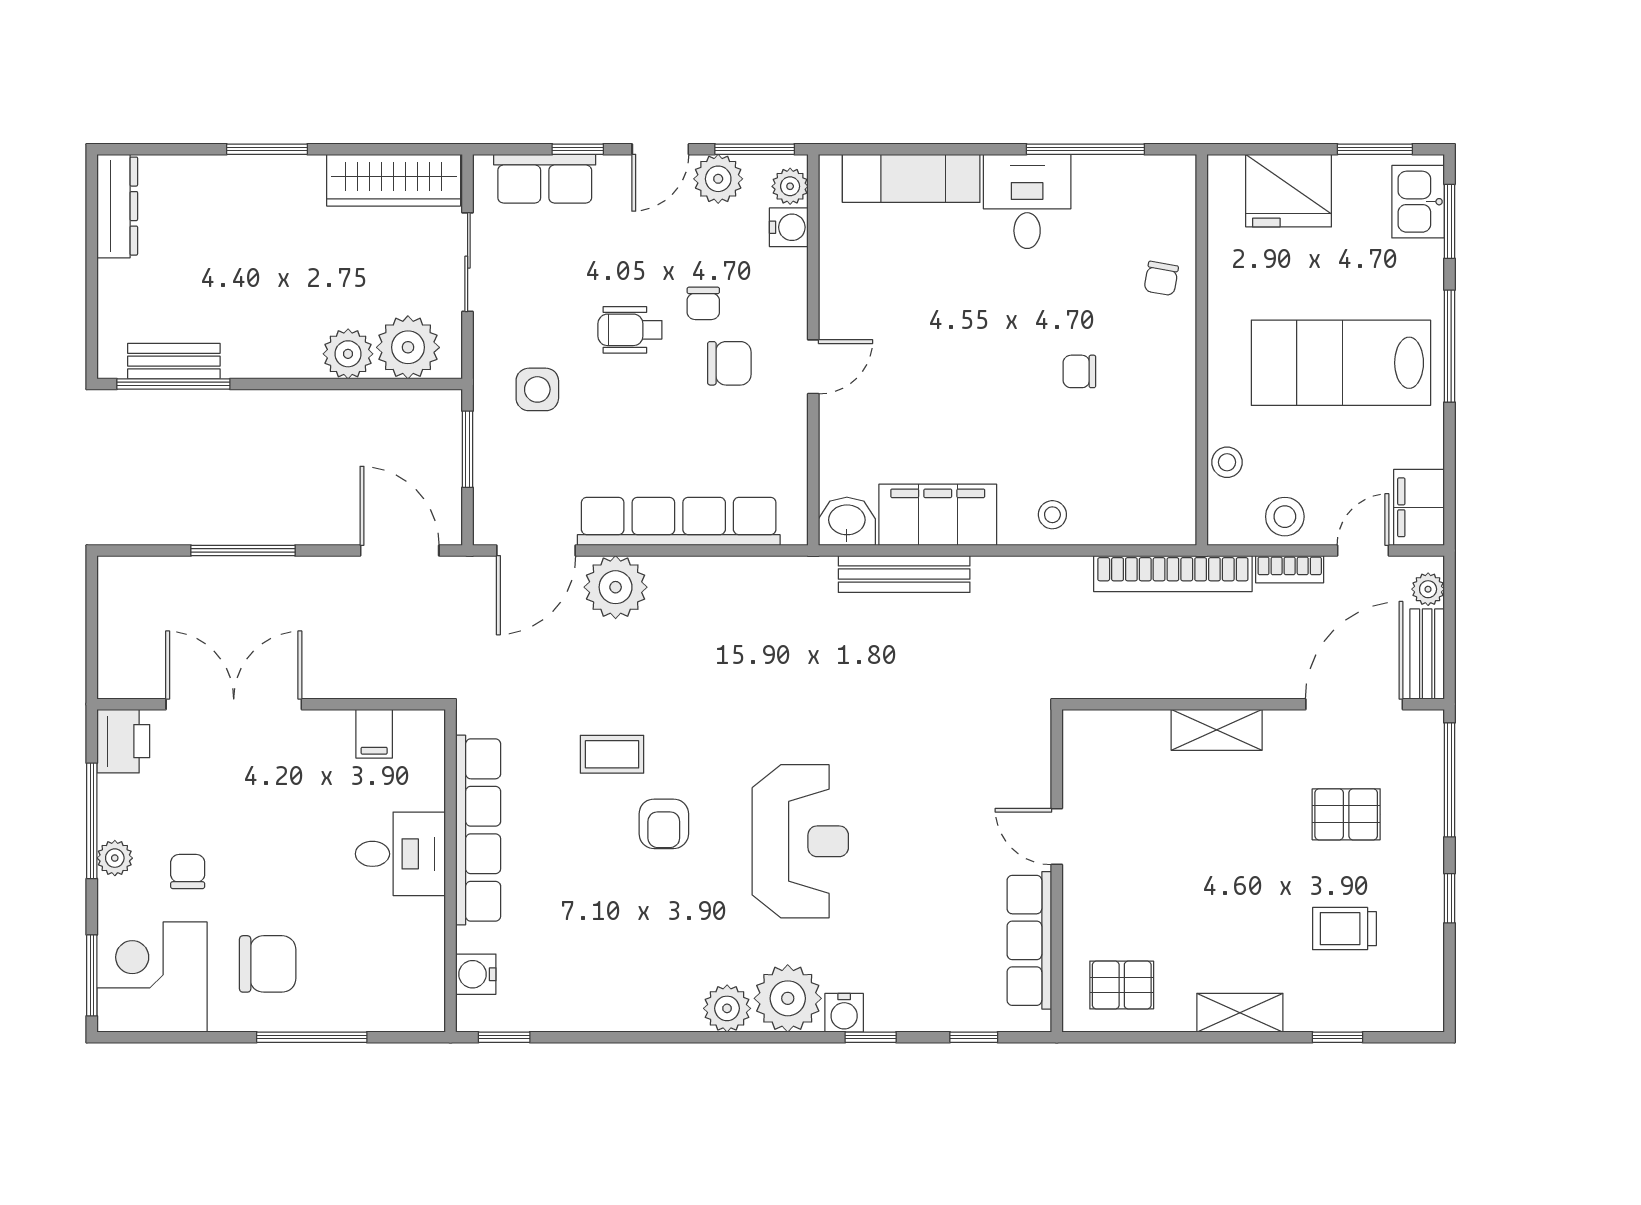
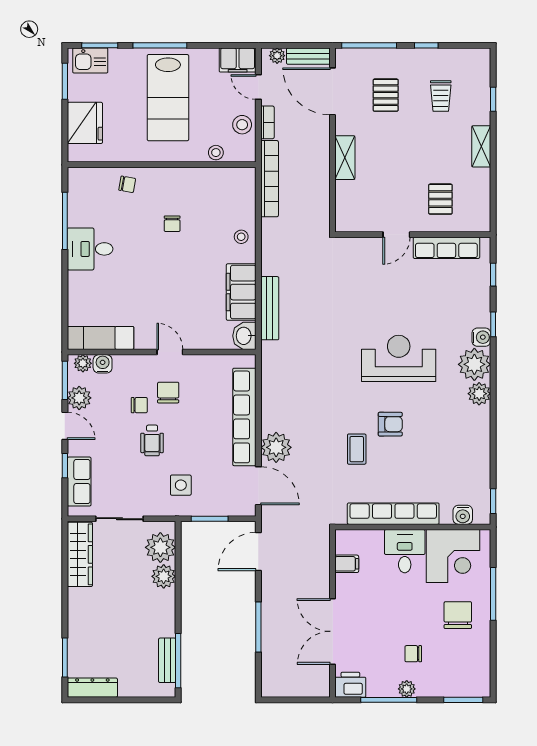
window: (267, 149) -> (65, 658), moved
exam couch: (911, 178) -> (101, 338), moved, turned -90
corner desk: (152, 977) -> (453, 556), moved, turned -90
pallet: (1122, 985) -> (440, 199), moved

